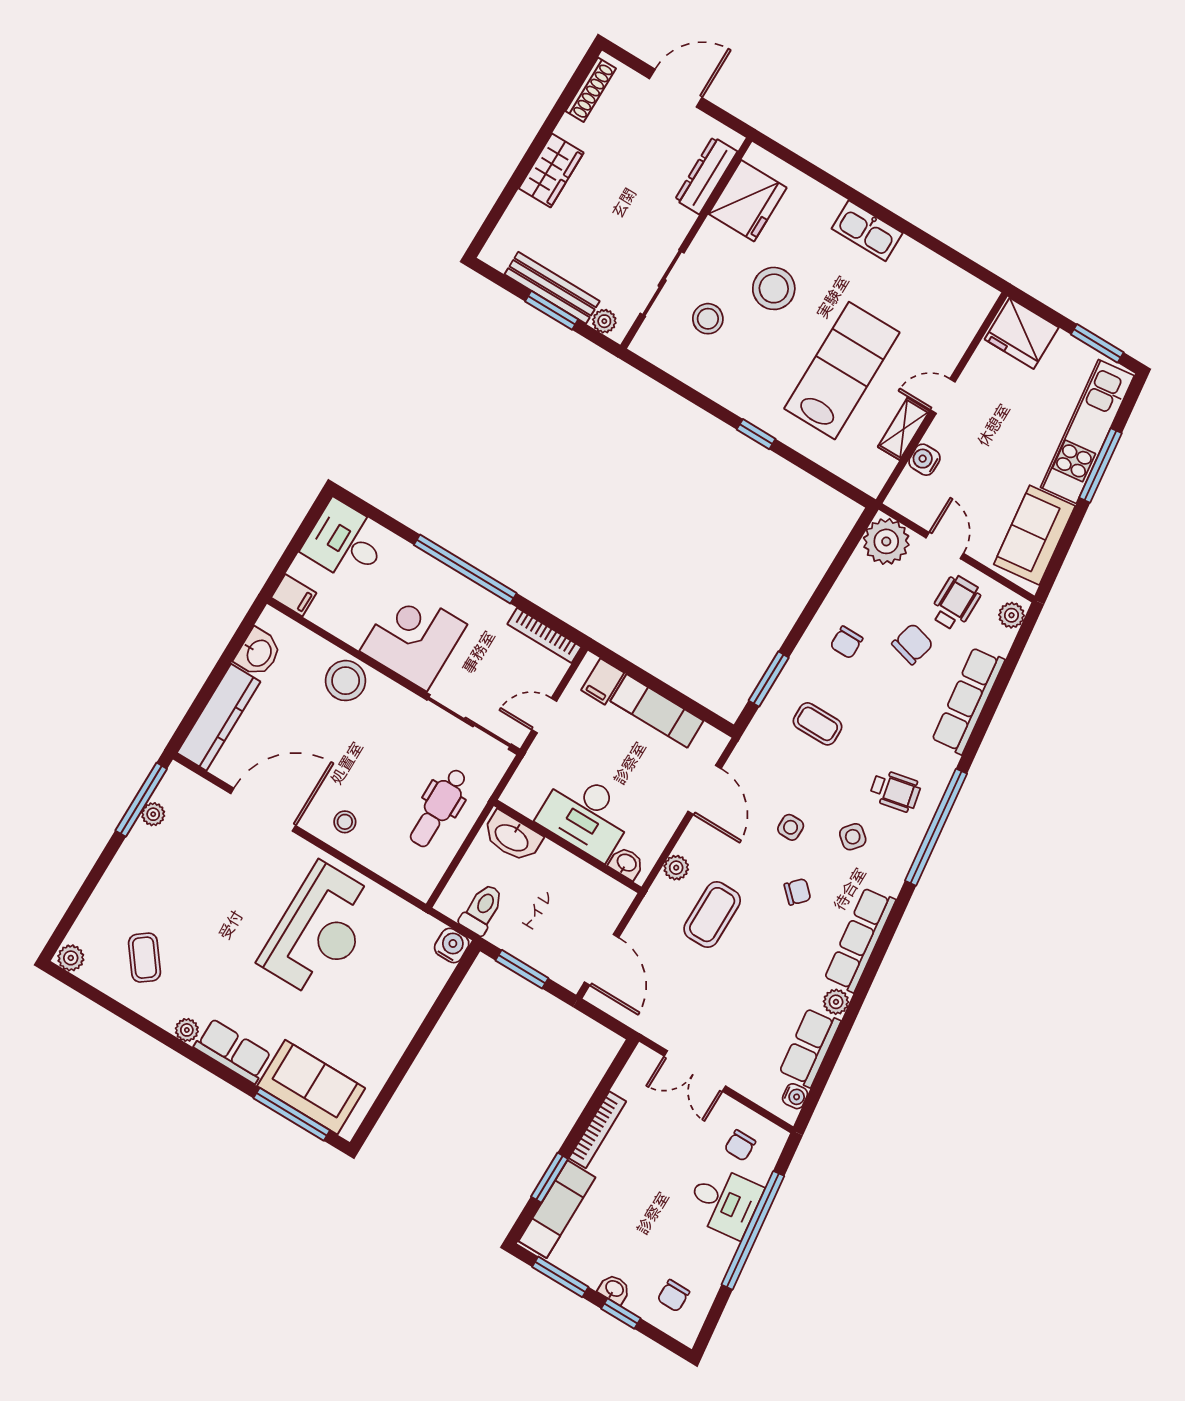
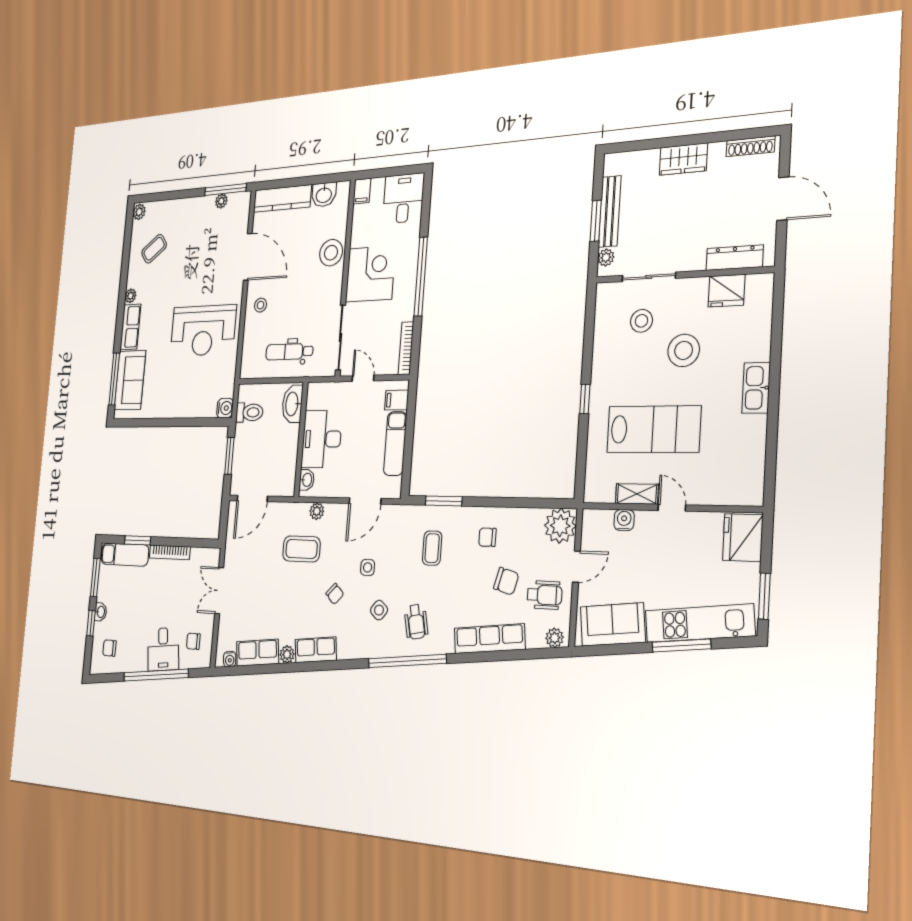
fridge: (748, 201) -> (727, 291), width x0.73, depth x0.75
row of seats: (860, 940) -> (316, 650), width x0.68

